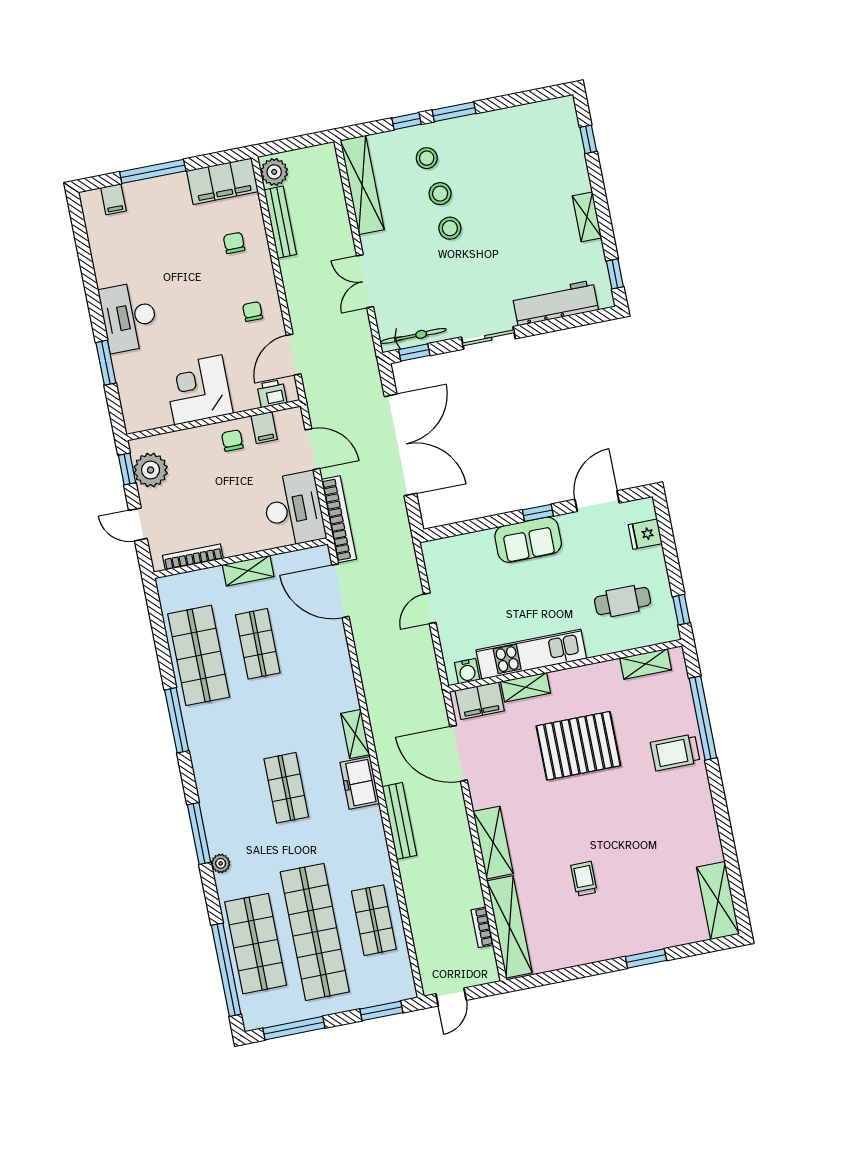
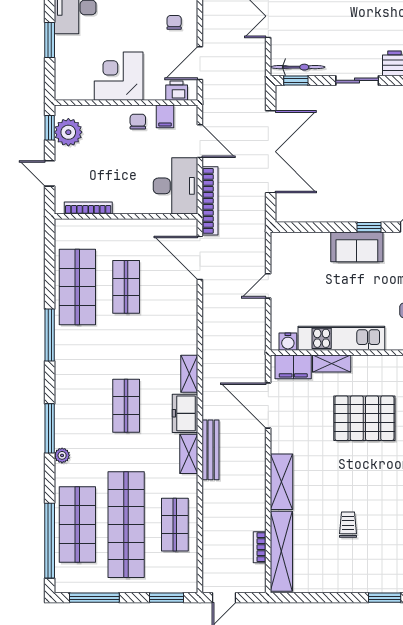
shelving: (248, 571) -> (189, 454), moved, turned 90

